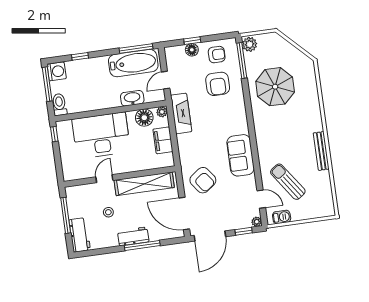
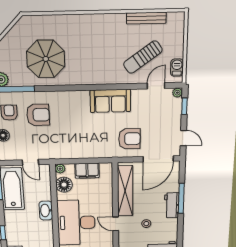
washbasin: (132, 98) -> (46, 211), moved
fireplace: (181, 113) -> (63, 152), removed
bench: (321, 151) -> (146, 18), moved
armchair: (203, 180) -> (129, 139), turned 36
door: (210, 236) -> (183, 138), width x0.53

